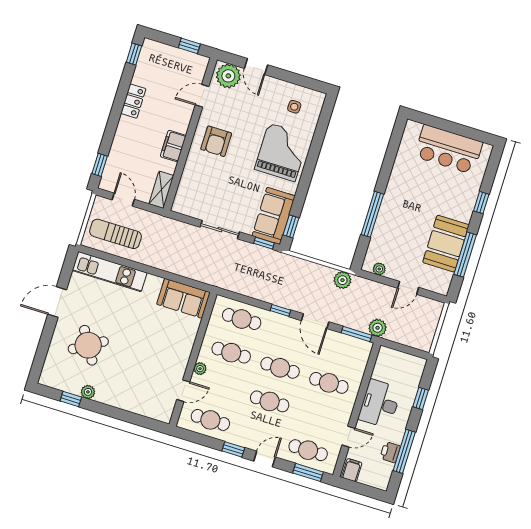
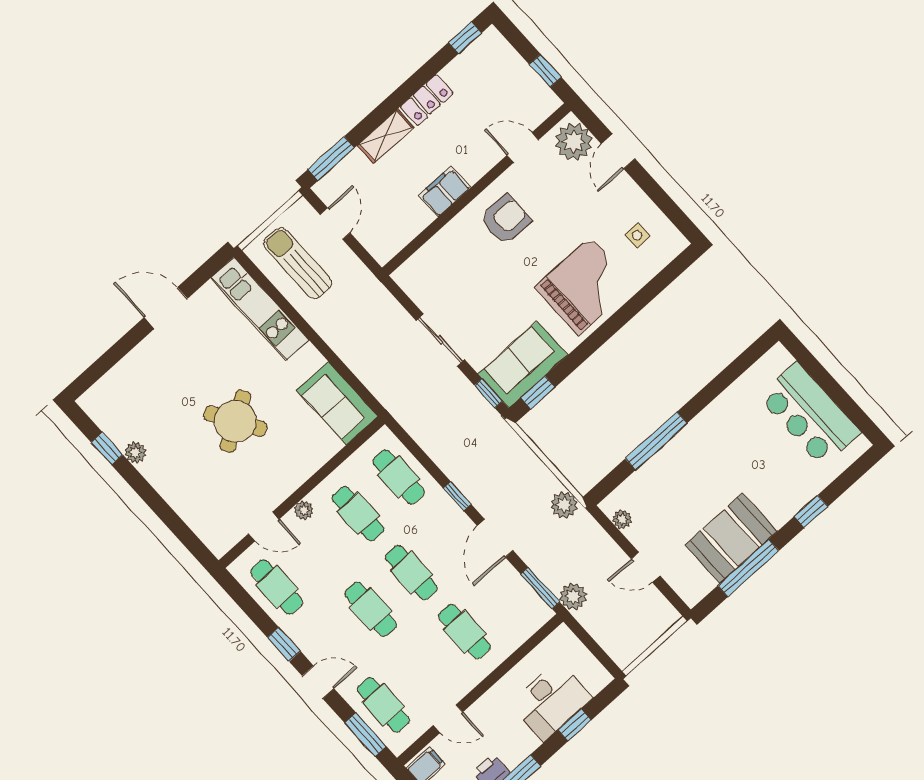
armchair: (216, 141) -> (506, 219), turned 180
window: (100, 165) -> (331, 159), width x1.50
shelving: (161, 190) -> (386, 136), moved
round table: (88, 345) -> (235, 421), moved
desk: (380, 404) -> (551, 701), moved, turned 180

